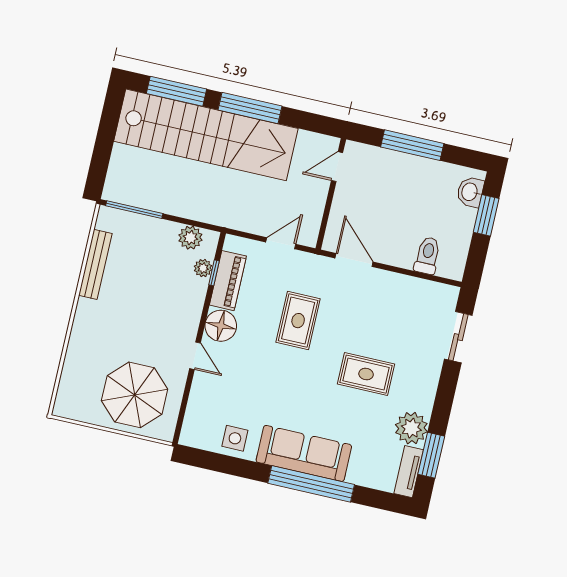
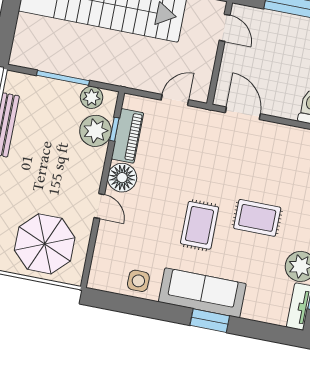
door: (337, 167) -> (225, 28), swing flipped
window: (134, 210) -> (63, 78), moved
plant: (203, 268) -> (95, 131), width x1.87, depth x1.87
rug: (298, 321) -> (200, 225), moved
window: (311, 484) -> (210, 321), width x0.47

